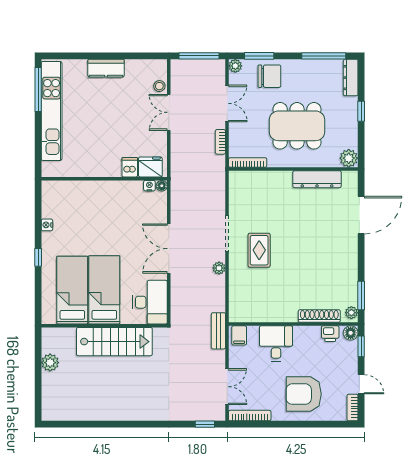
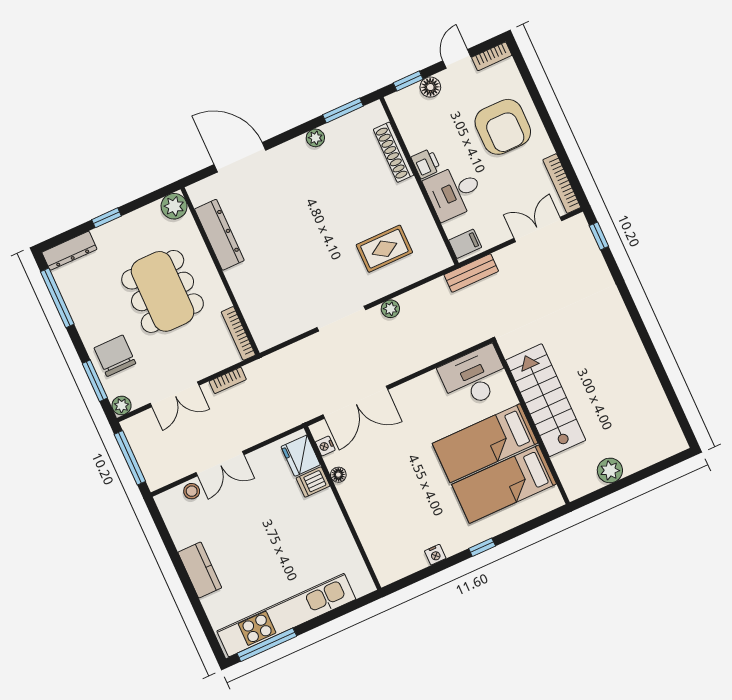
double door: (227, 103) -> (175, 394), swing flipped
floor lamp: (162, 186) -> (338, 475), moved
double door: (169, 249) -> (355, 402), moved
rug: (259, 250) -> (384, 249), moved
plant: (351, 313) -> (315, 138), moved
floor lamp: (351, 333) -> (430, 87), moved
printer: (330, 334) -> (426, 164), moved

